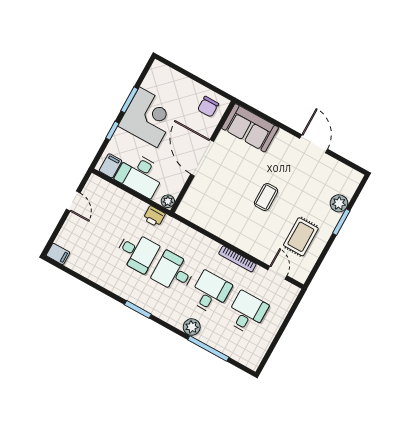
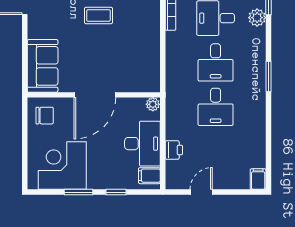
corner desk: (148, 117) -> (62, 166), moved
printer: (154, 216) -> (174, 150), moved
desk: (137, 252) -> (216, 107), turned 180

